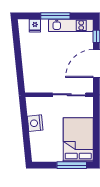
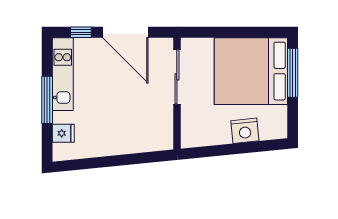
nightstand: (35, 123) -> (245, 131), moved
bed: (78, 140) -> (251, 71), width x1.36

